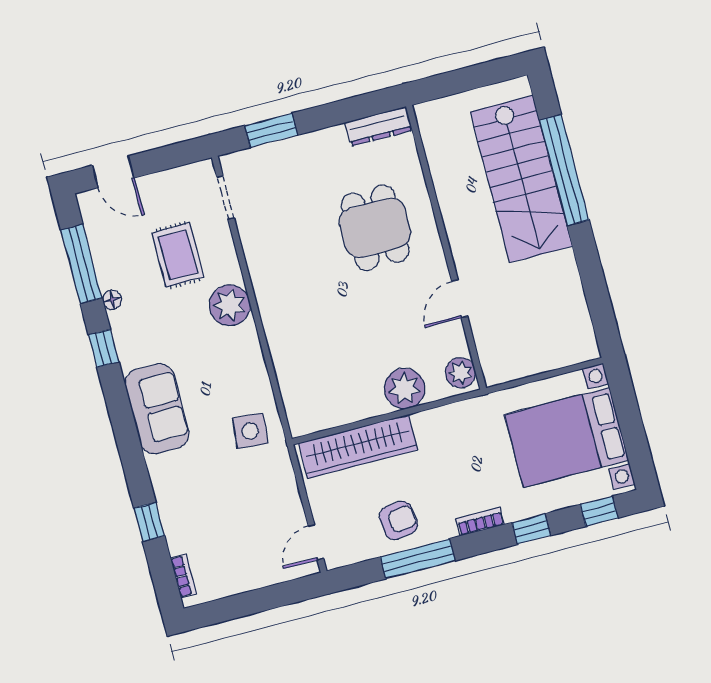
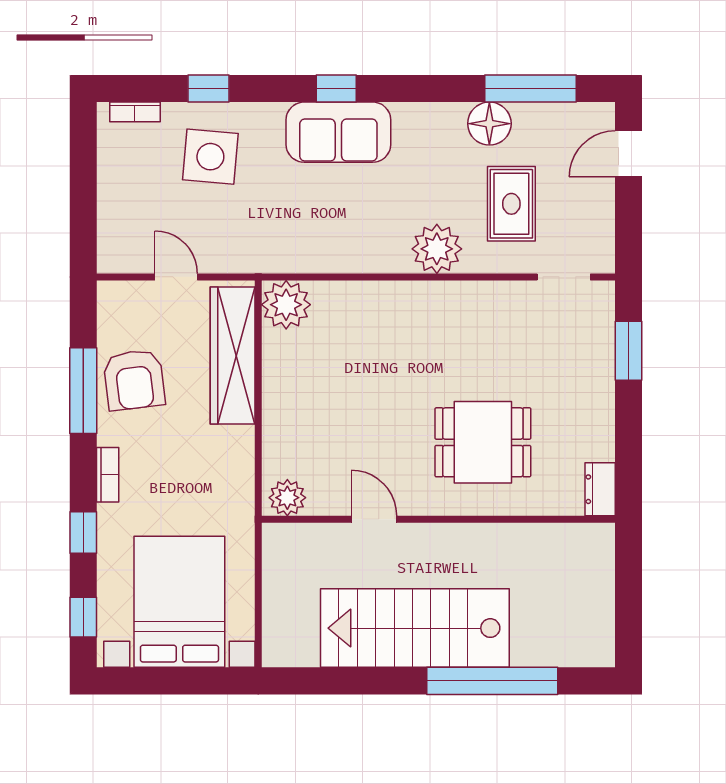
dresser: (379, 126) -> (600, 489), width x0.70
stairs: (521, 179) -> (415, 628), moved
rug: (178, 255) -> (511, 204), turned 90
floor lamp: (112, 300) -> (489, 124), width x1.89, depth x1.89
window: (104, 348) -> (336, 88), moved
plant: (405, 389) -> (286, 305), moved
side table: (250, 431) -> (210, 157), moved, width x1.37, depth x1.37
armchair: (398, 520) -> (134, 380), width x1.38, depth x1.38
door: (316, 542) -> (176, 277), moved

